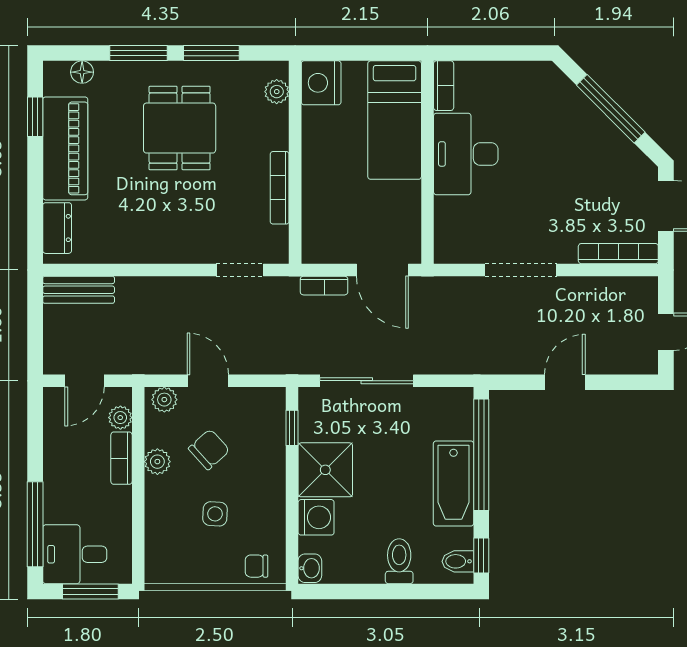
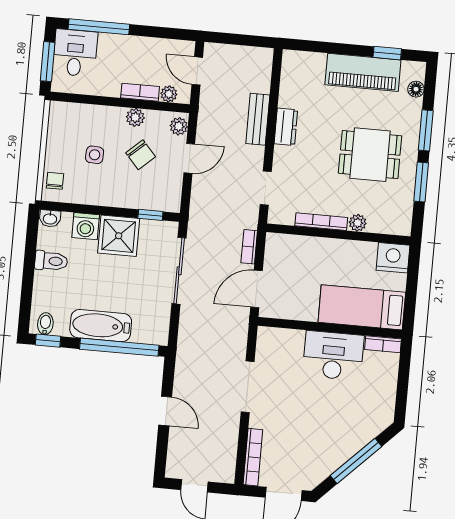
plant: (277, 92) -> (358, 223), moved
dresser: (57, 228) -> (286, 127), moved, turned -90
bench: (79, 290) -> (258, 119), moved
toilet: (399, 561) -> (51, 261), moved

